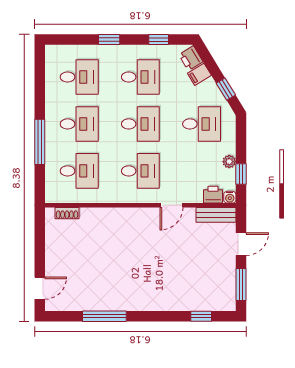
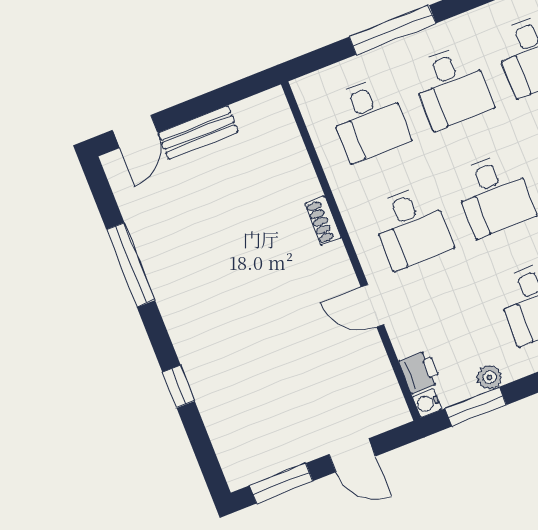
window: (241, 174) -> (476, 407), width x1.50
shoe rack: (67, 213) -> (323, 221), moved
bench: (216, 215) -> (198, 132), moved, turned 90
door: (40, 288) -> (135, 131), hinge flipped
window: (201, 316) -> (179, 386), moved

